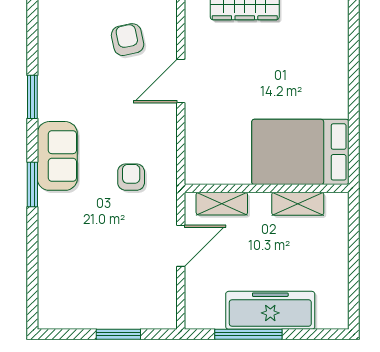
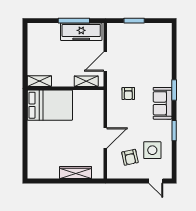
side table: (79, 55) -> (152, 150), added
shelving: (298, 204) -> (39, 81), moved
freezer: (270, 310) -> (81, 32), moved

